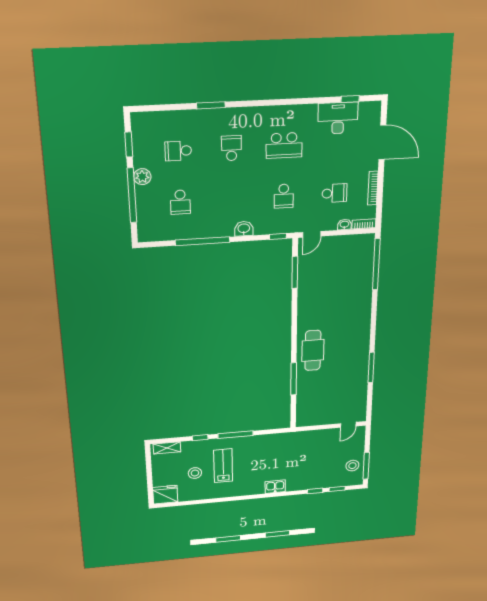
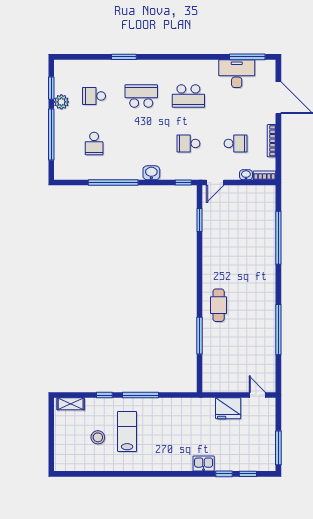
window: (350, 99) -> (247, 57), width x2.17
school desk: (231, 148) -> (141, 96), width x1.85
plant: (142, 177) -> (61, 102), moved
school desk: (284, 196) -> (188, 143), turned 90
window: (376, 264) -> (278, 238), moved
window: (295, 272) -> (200, 220), width x0.69
cafe table: (313, 350) -> (219, 305), width x0.73, depth x0.74
window: (371, 367) -> (278, 330), width x1.46
door: (348, 425) -> (257, 395), swing flipped
stool: (352, 466) -> (264, 446), removed
kitchen sink: (275, 487) -> (204, 464), moved
fridge: (165, 495) -> (228, 408), moved, turned 180

